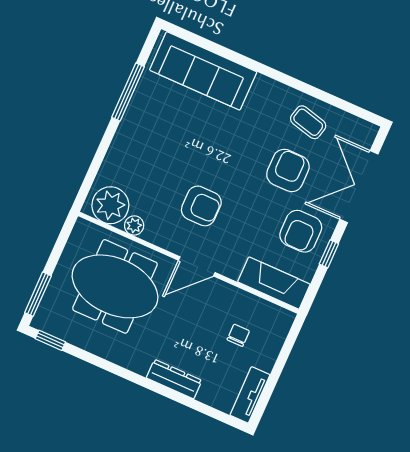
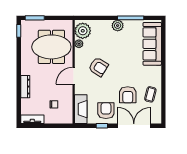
plant: (132, 127) -> (118, 26), added
armchair: (288, 170) -> (128, 95), turned 90
armchair: (201, 206) -> (98, 67), turned -58
armchair: (301, 231) -> (106, 111), turned 90
door: (197, 266) -> (74, 76), hinge flipped
meeting table: (115, 286) -> (51, 47), turned 90

